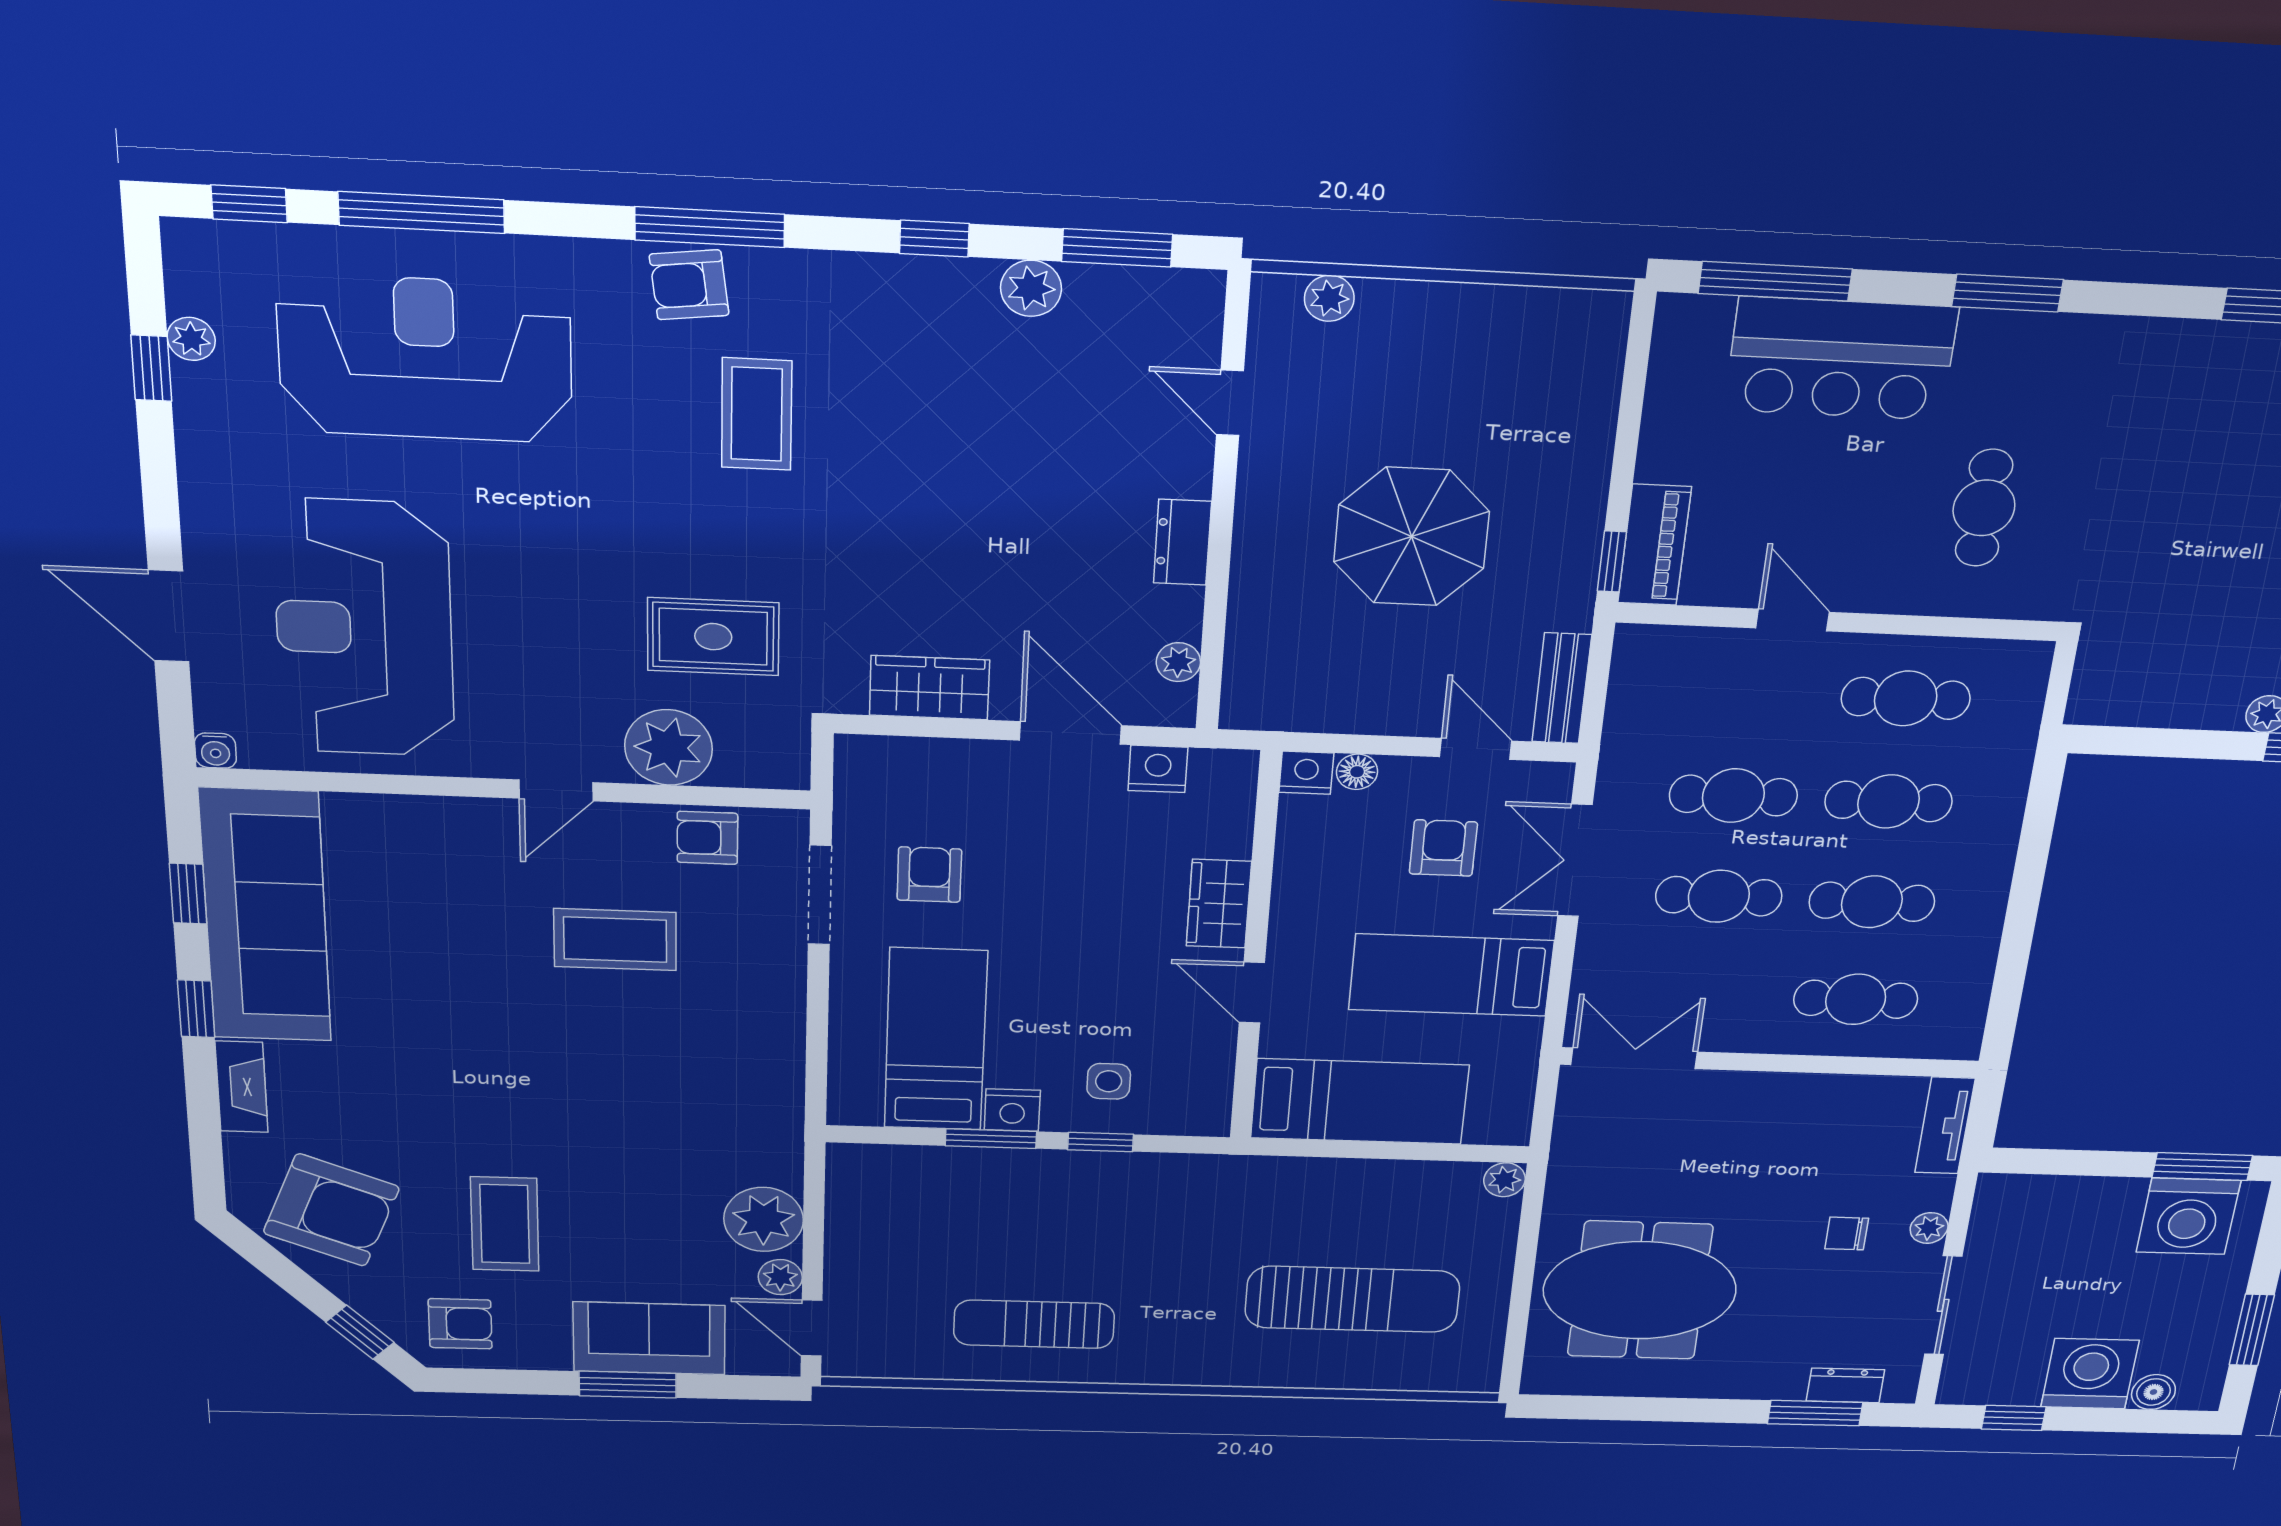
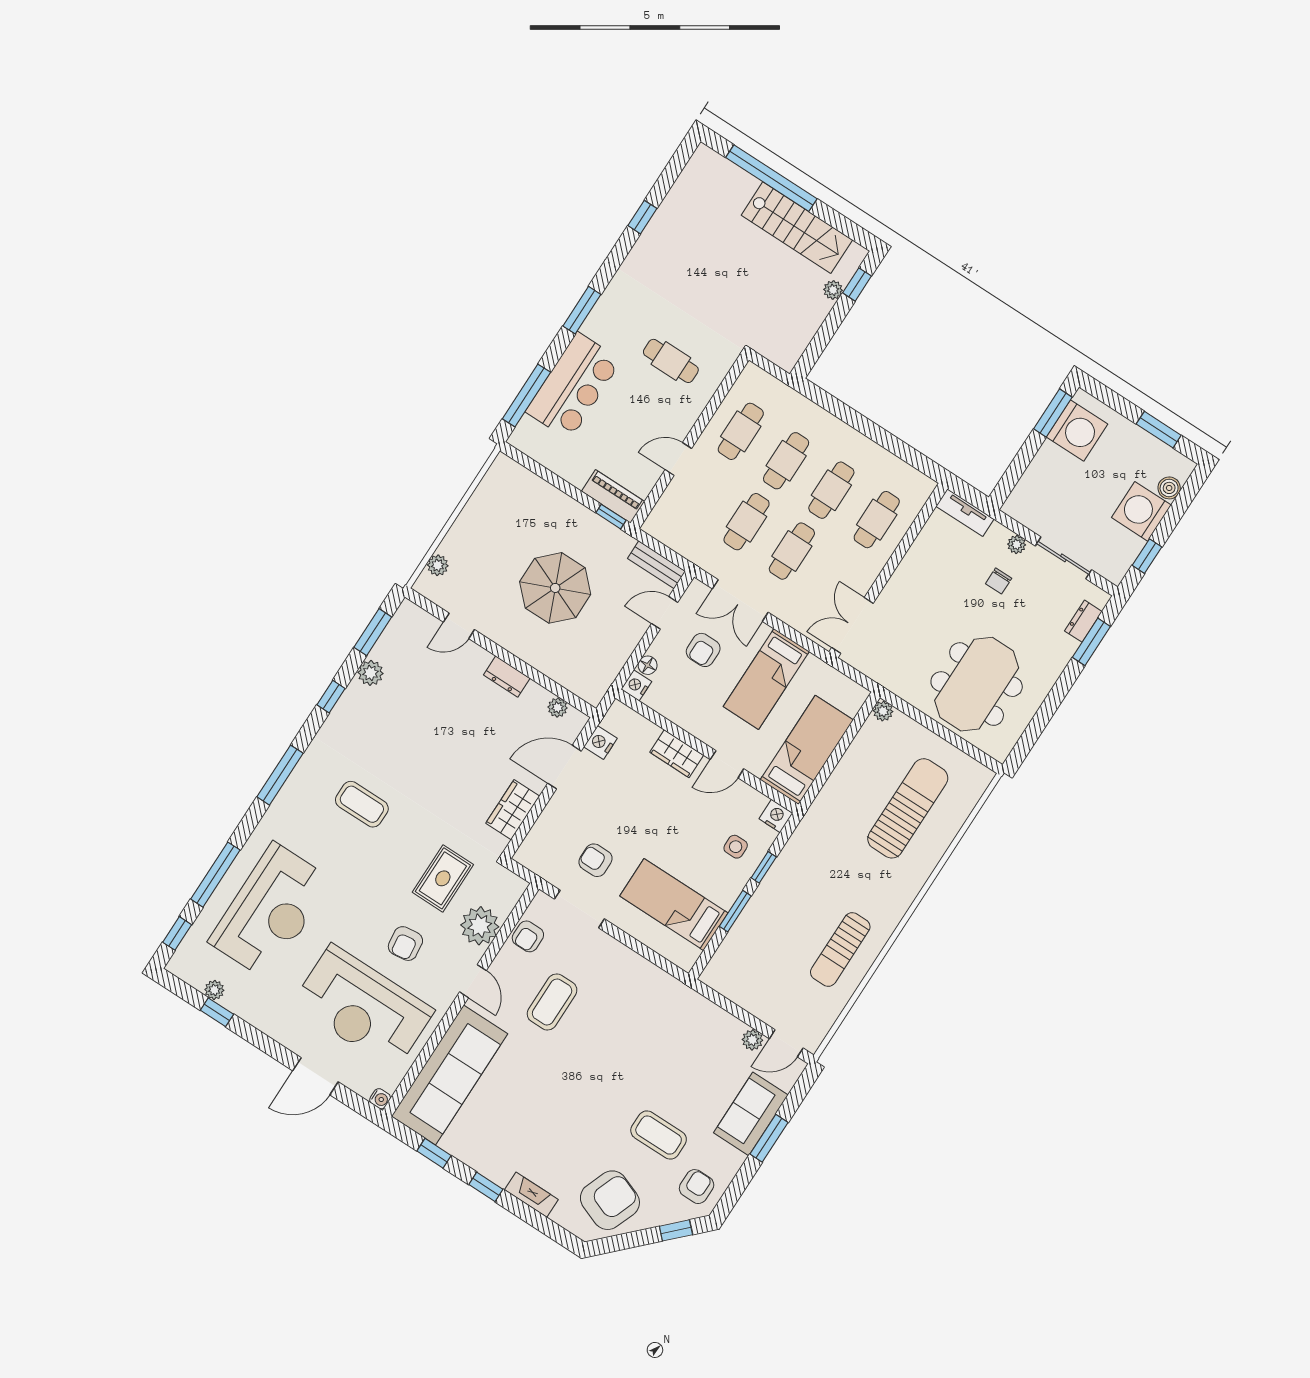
armchair: (689, 285) -> (405, 944), moved
reception desk: (425, 359) -> (270, 911), turned 180
armchair: (1443, 848) -> (703, 650), turned -90
sofa: (266, 916) -> (449, 1075), moved, turned 90
nightstand: (1012, 1110) -> (776, 816), moved, turned -90
plant: (764, 1219) -> (720, 1028), removed

